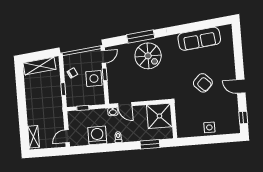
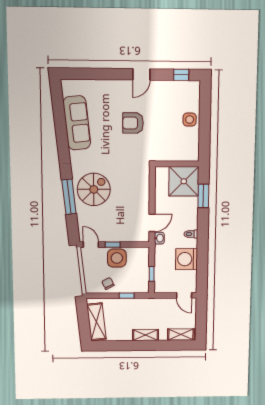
armchair: (203, 83) -> (133, 123), turned -135
shelving: (31, 107) -> (146, 335), added
shower: (159, 116) -> (184, 181), moved

